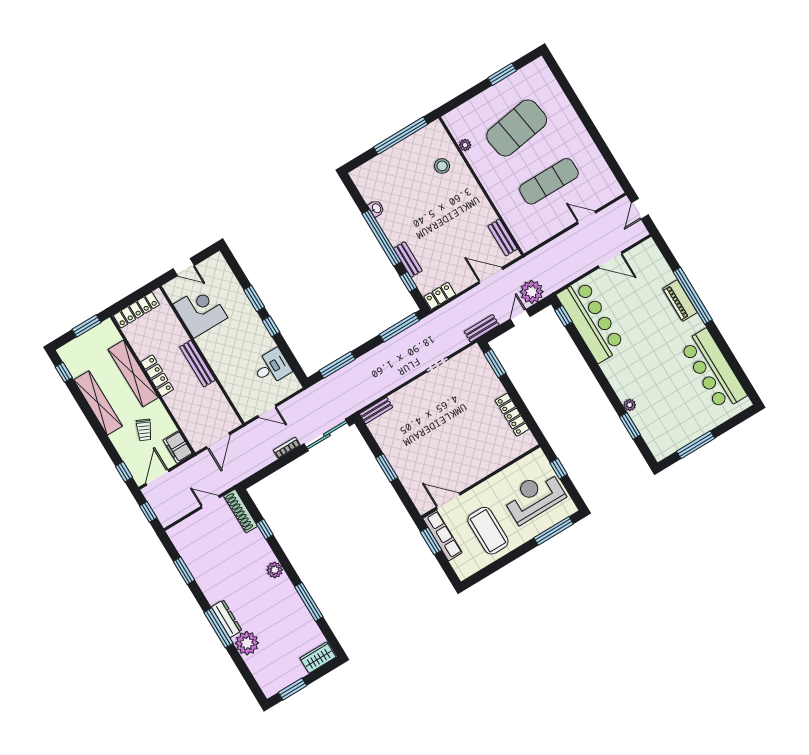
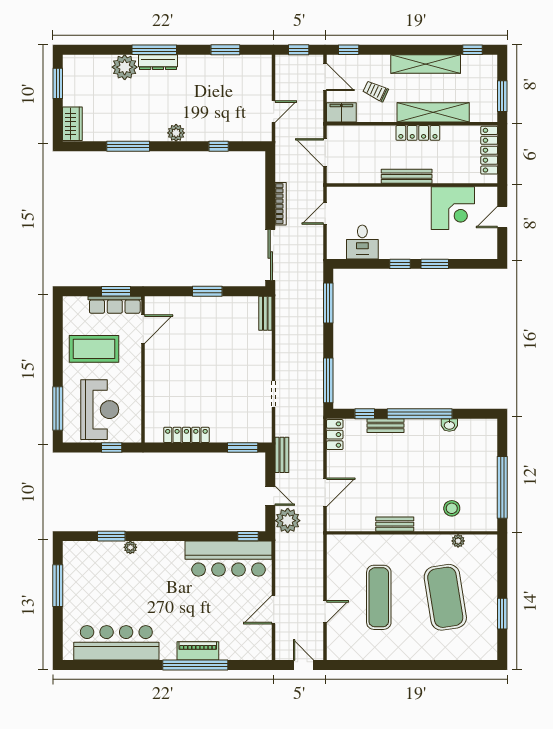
bench: (503, 237) -> (395, 524), moved
bookcase: (287, 448) -> (281, 204), width x1.56
shoe rack: (241, 511) -> (249, 134), removed

